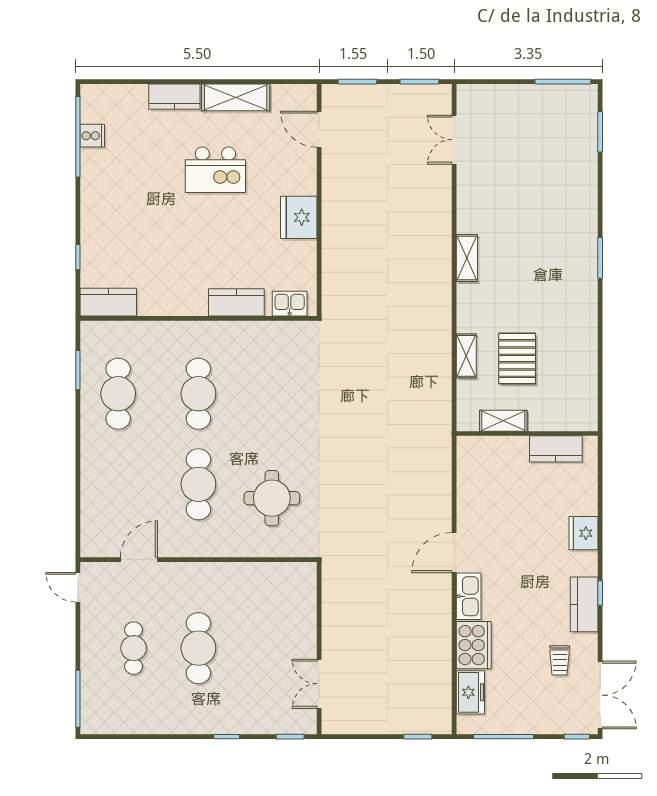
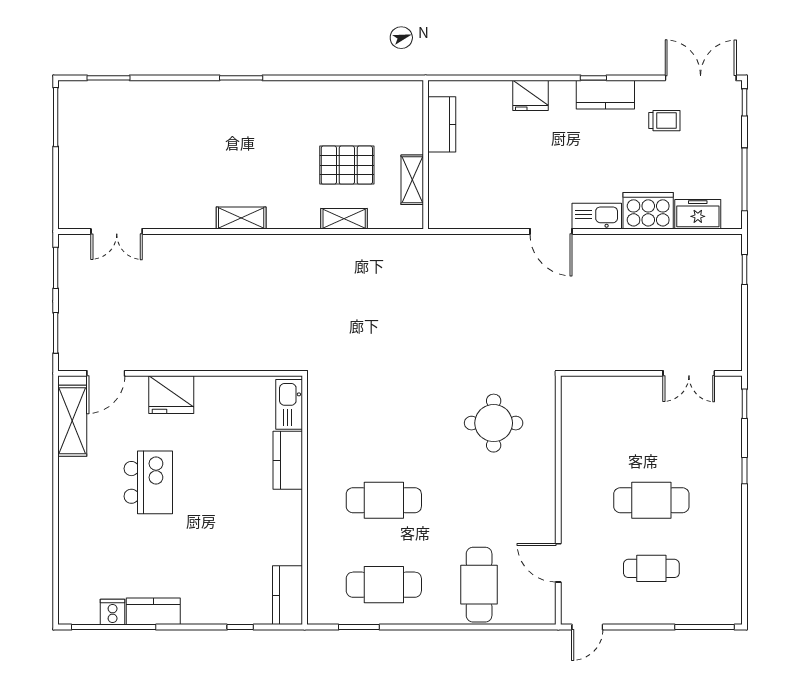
kitchen counter: (174, 97) -> (153, 611), moved, turned -90
shelving: (236, 97) -> (72, 421), moved
fridge: (299, 217) -> (171, 395), moved
kitchen sink: (290, 304) -> (289, 404), width x1.38
cafe table: (198, 484) -> (479, 585), moved, turned 90

